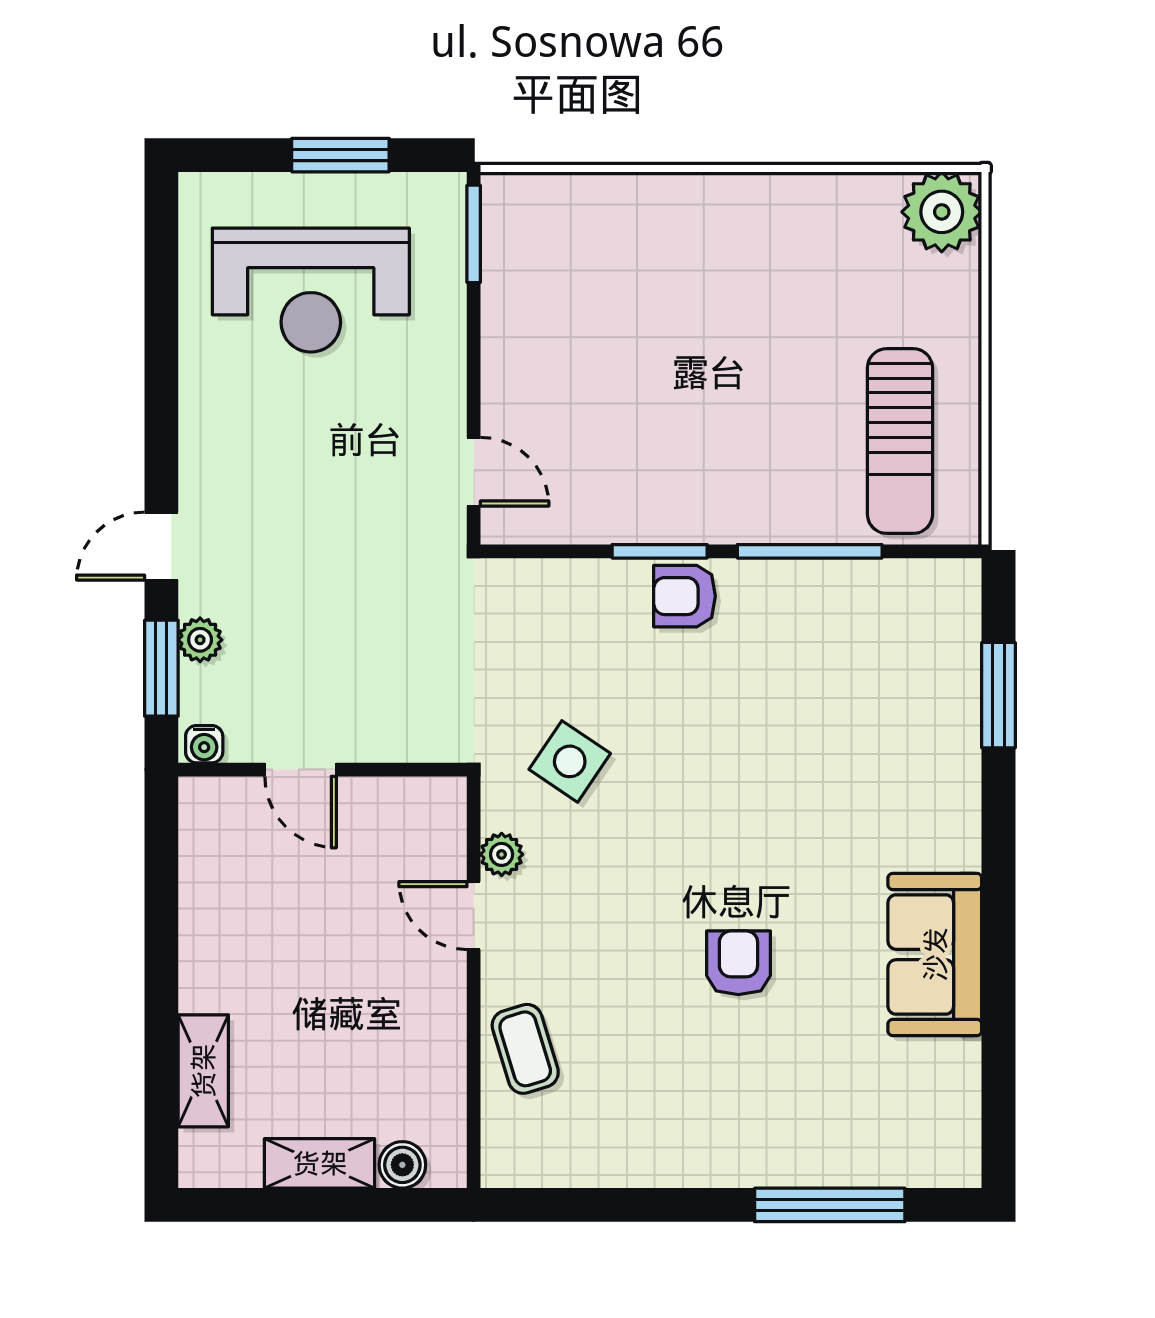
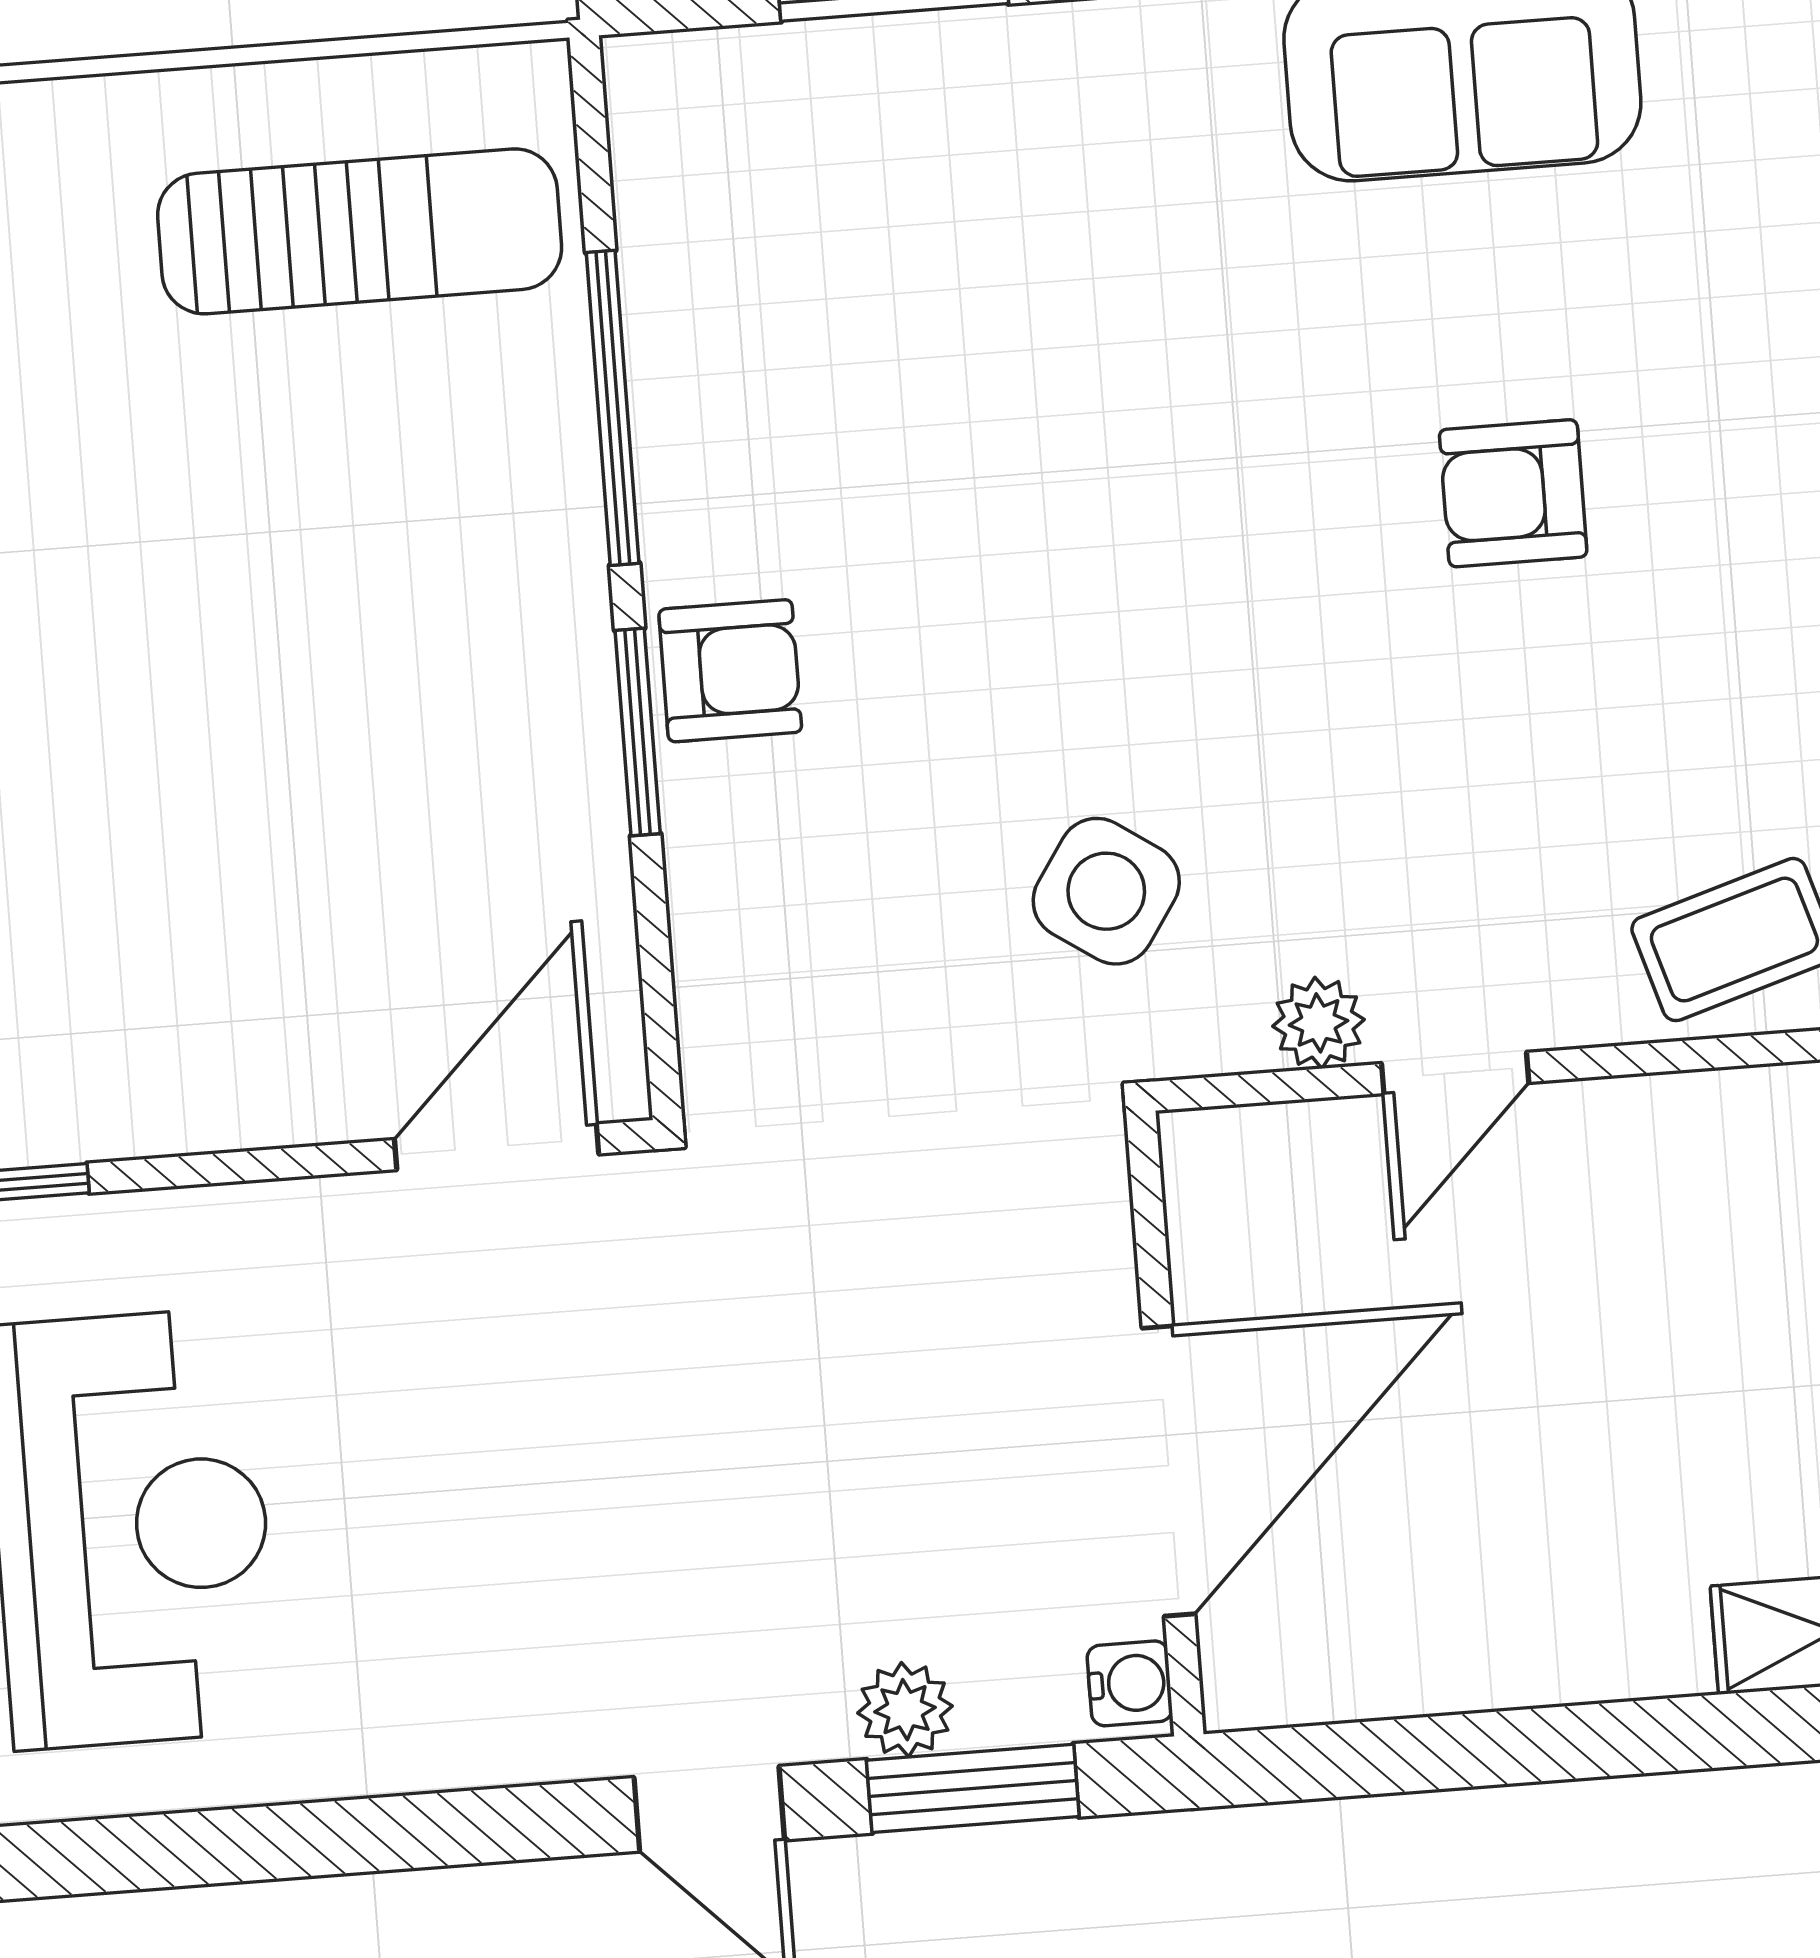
door: (474, 472) -> (497, 1147), width x1.38
armchair: (685, 596) -> (730, 671), turned -90
door: (301, 770) -> (1169, 1471), width x1.88

